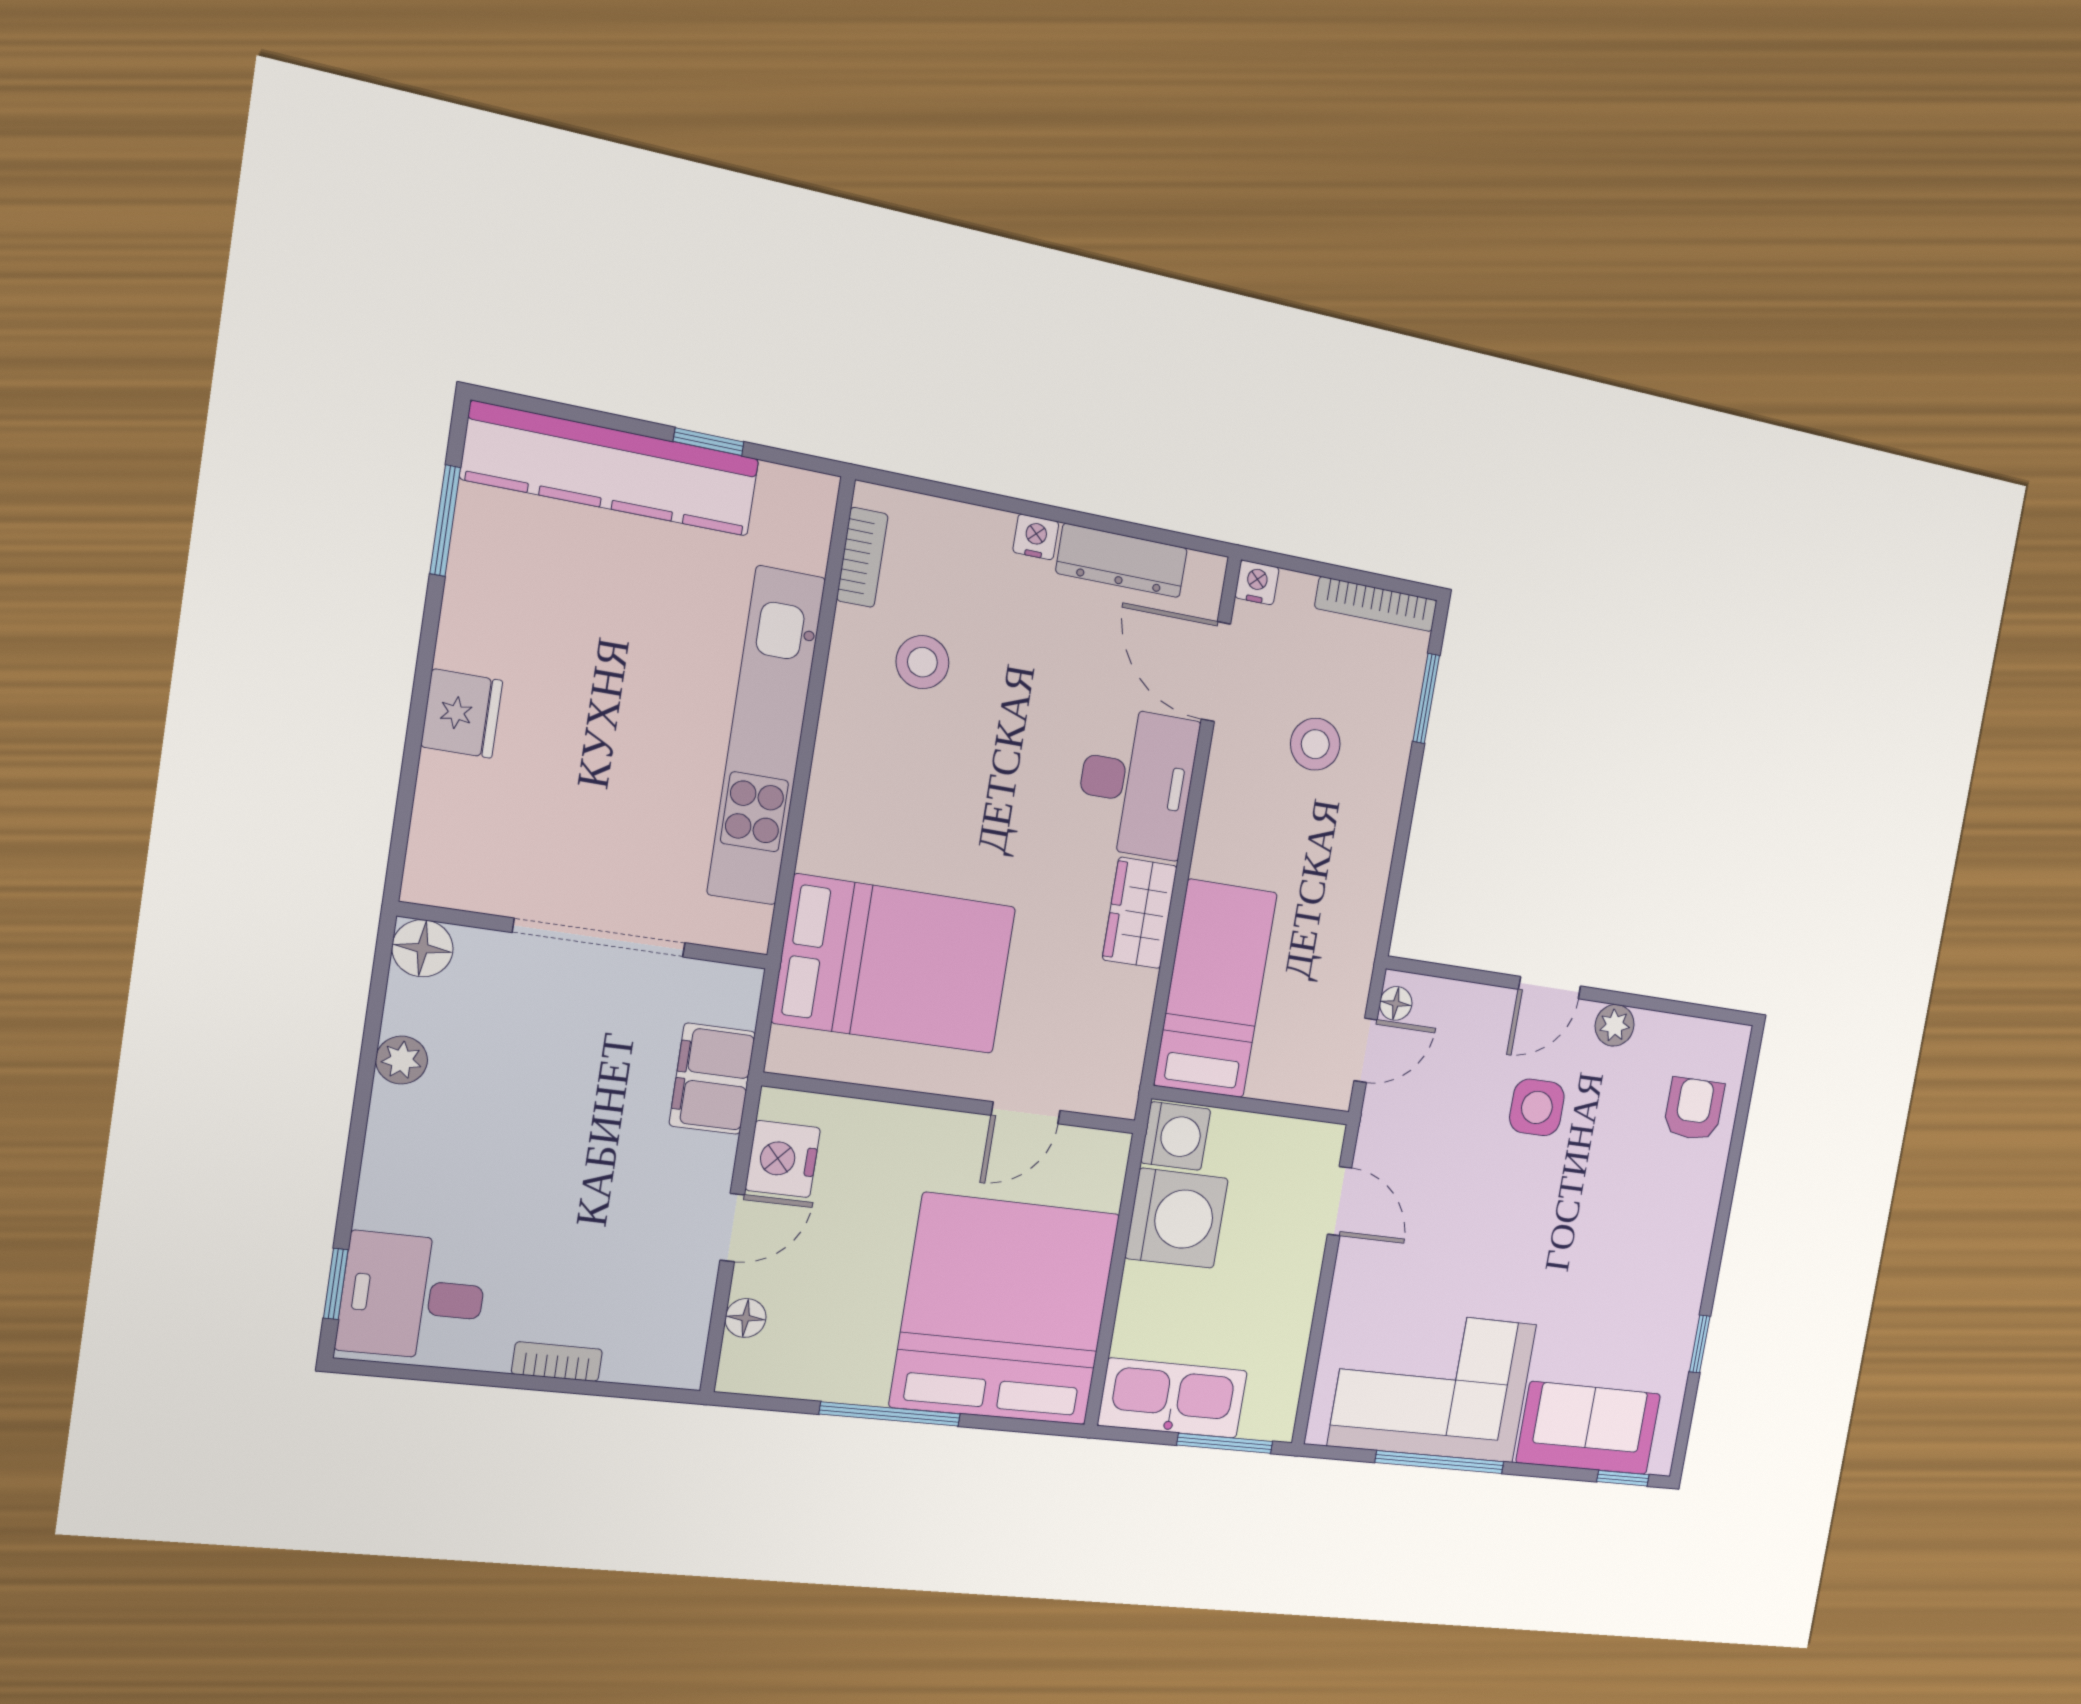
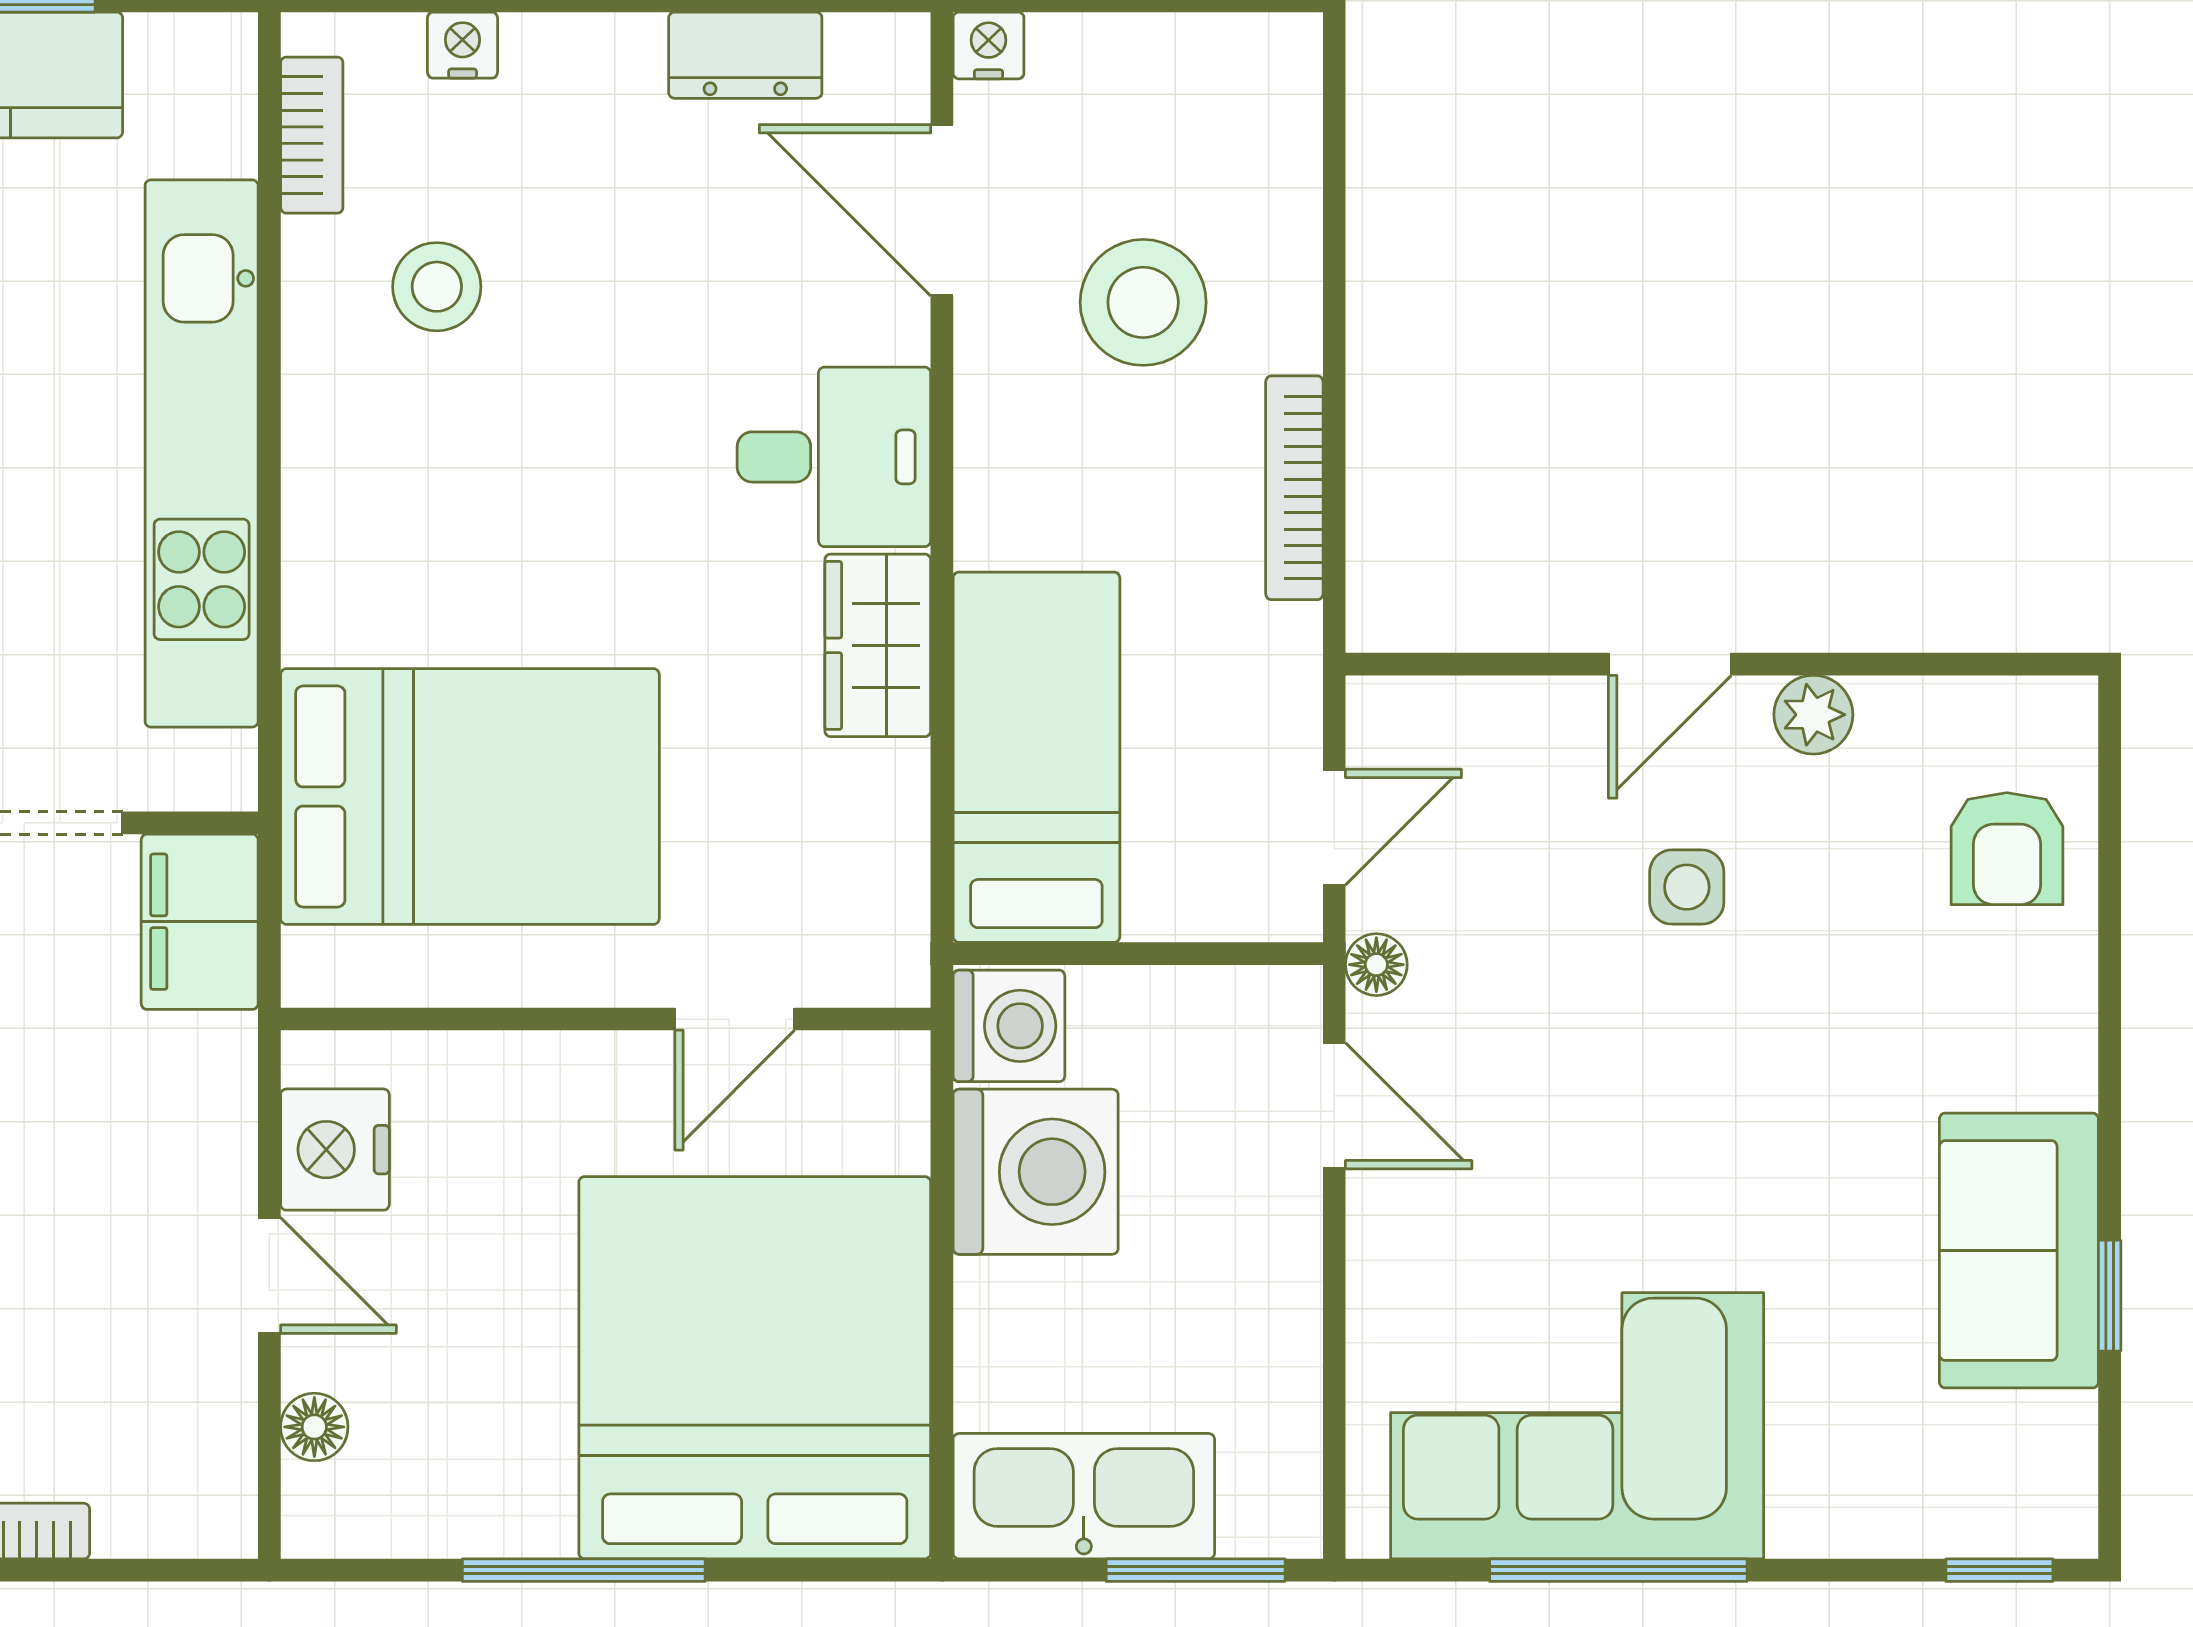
nightstand: (1036, 537) -> (463, 45), moved
dresser: (1122, 561) -> (745, 55), width x0.70
bookcase: (1376, 604) -> (1294, 488), moved, turned 90
window: (1426, 698) -> (1334, 187), removed
stool: (1315, 744) -> (1143, 302), width x1.38, depth x1.38
desk: (1136, 783) -> (834, 457), width x0.73
floor lamp: (1396, 1003) -> (1376, 965), moved
filing cabinet: (712, 1079) -> (200, 922), moved
side table: (1537, 1107) -> (1687, 887), width x0.73, depth x0.73
armchair: (1694, 1109) -> (2007, 849), turned 180
door: (732, 1228) -> (269, 1275), hinge flipped
sofa: (1589, 1428) -> (2019, 1251), moved, turned -90

